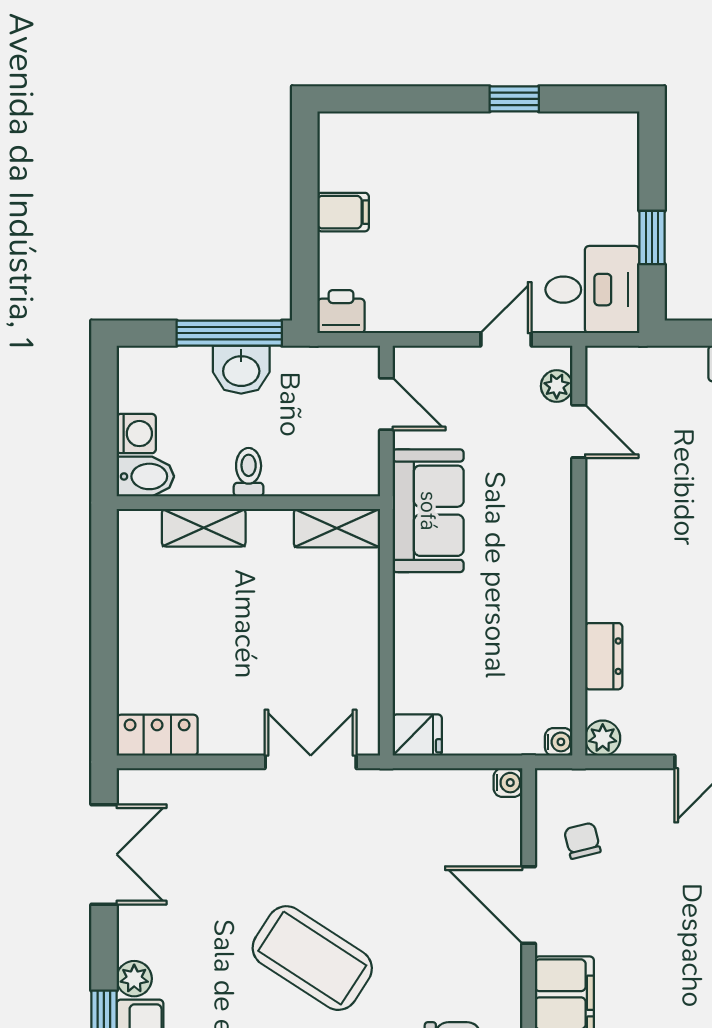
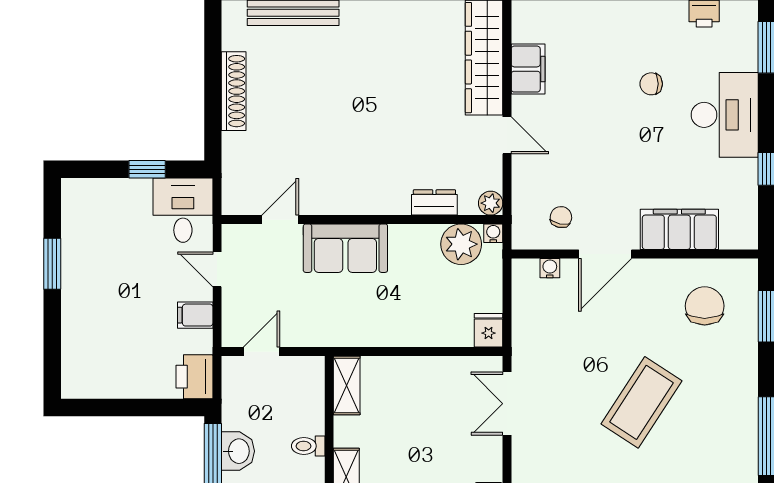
window: (514, 99) -> (52, 264), width x1.50
filing cabinet: (343, 212) -> (195, 315), moved, turned -90
printer: (341, 312) -> (195, 377), width x1.36, depth x1.24
plant: (557, 386) -> (461, 244), moved, width x1.88, depth x1.88
sofa: (428, 511) -> (345, 248), moved, turned 180
water cooler: (508, 783) -> (550, 268), moved
chair: (582, 841) -> (561, 217), turned 116

